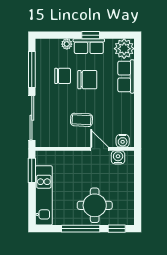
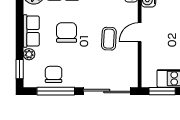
window: (91, 35) -> (20, 69), moved
chair: (63, 76) -> (54, 74), moved
door: (100, 149) -> (140, 32), moved

